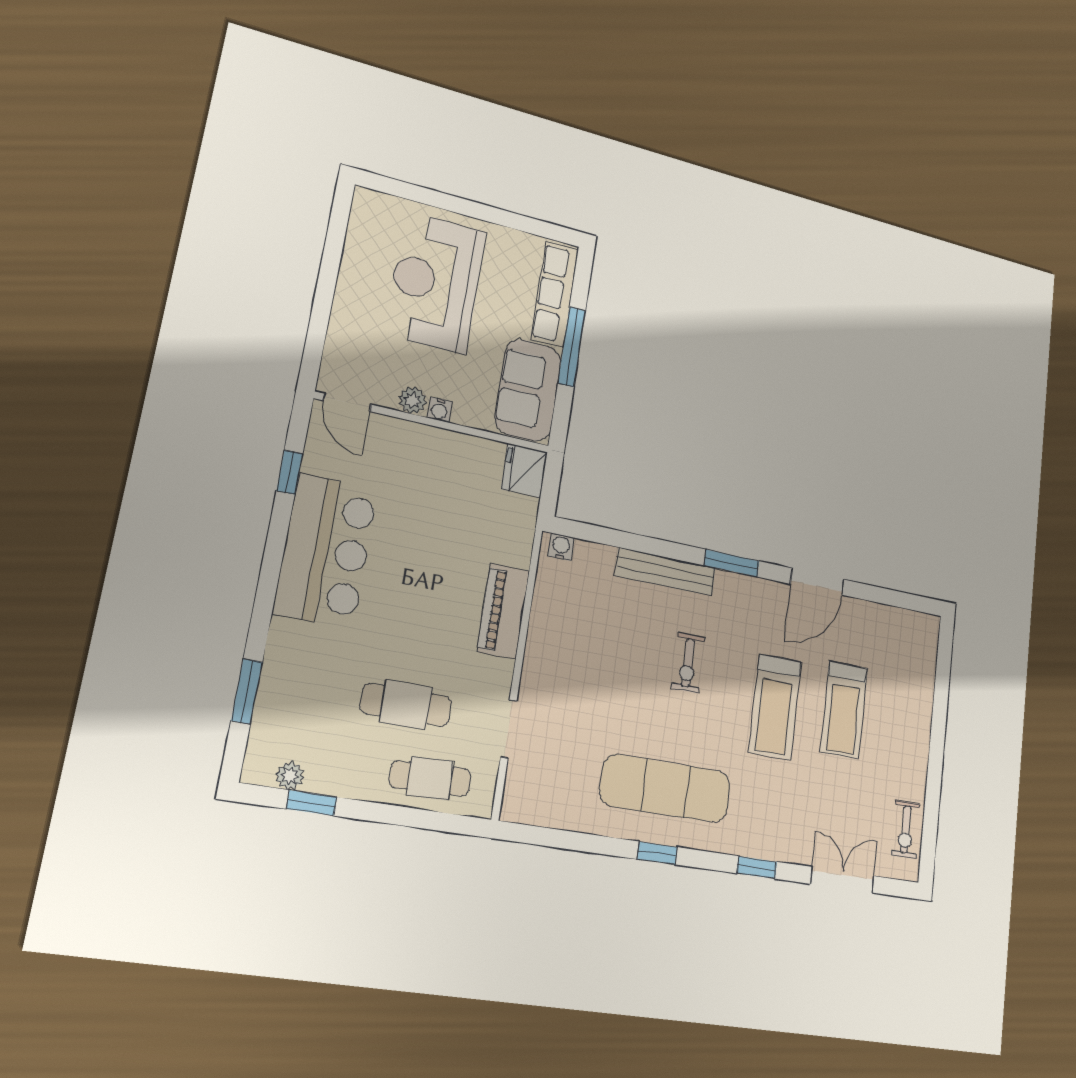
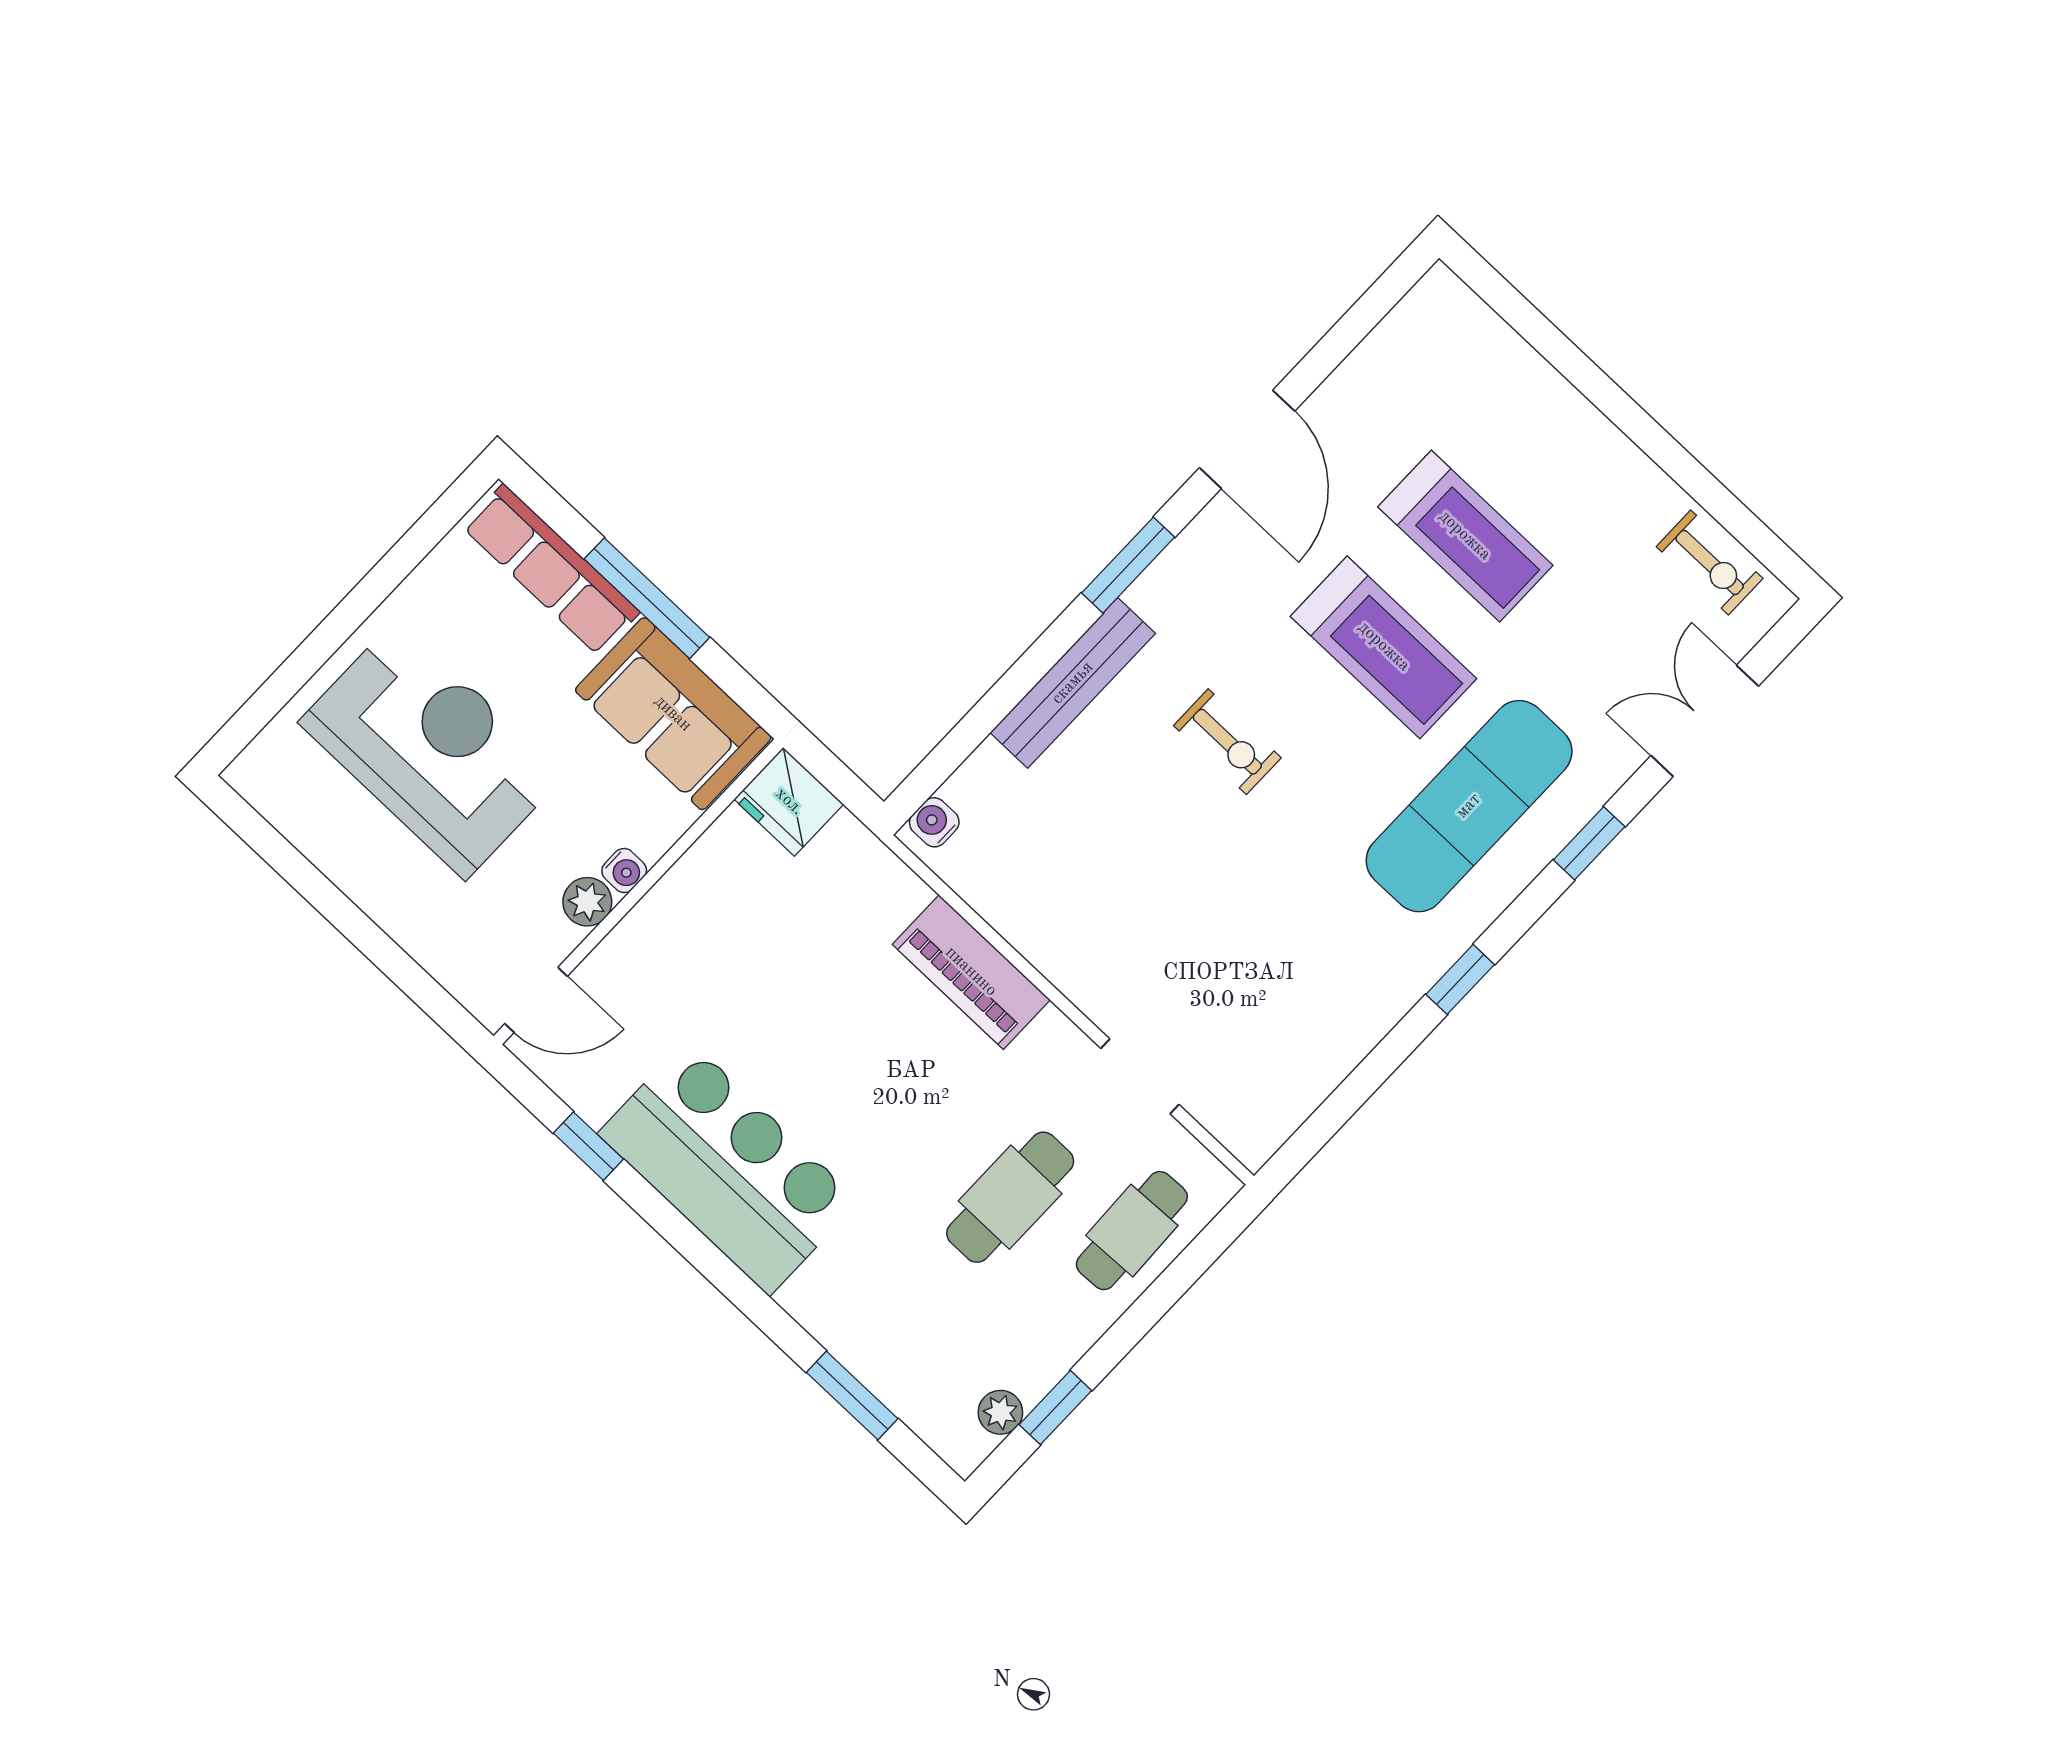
reception desk: (436, 282) -> (431, 749), turned 180
exercise mat: (666, 788) -> (1469, 806), moved

